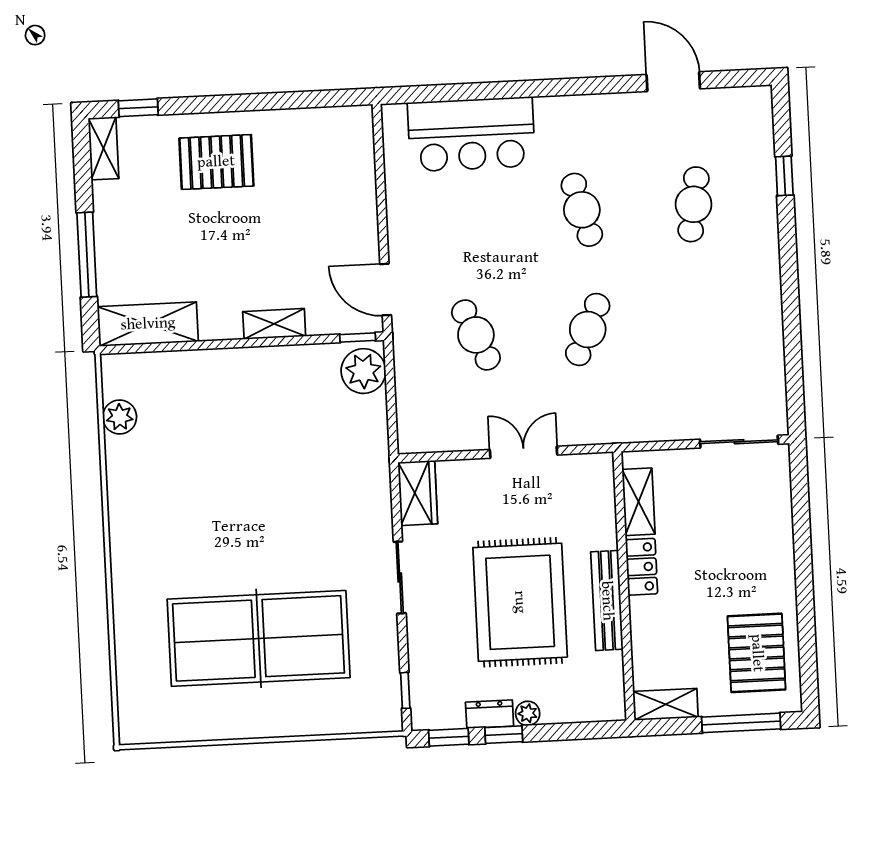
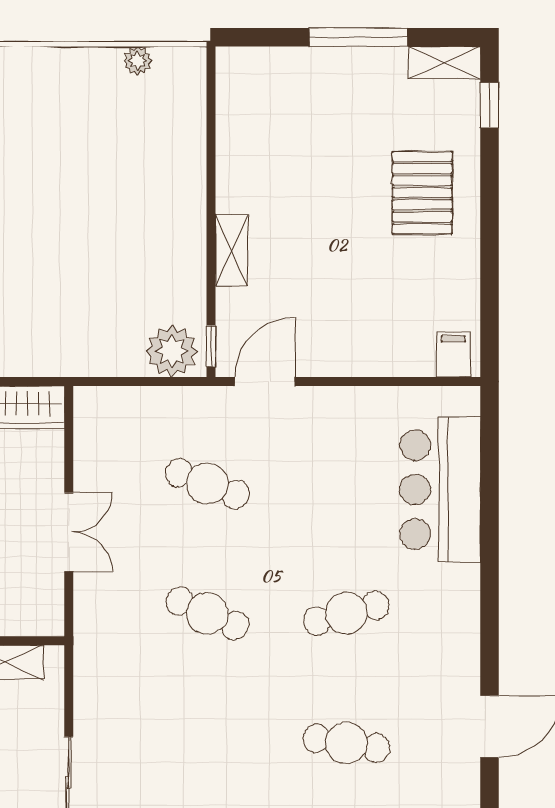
filing cabinet: (354, 128) -> (453, 355), added
window: (87, 255) -> (358, 37), moved
shelving: (148, 324) -> (238, 104), removed
cafe table: (476, 335) -> (207, 484), turned 45
plant: (120, 417) -> (138, 61), width x0.73, depth x0.73

